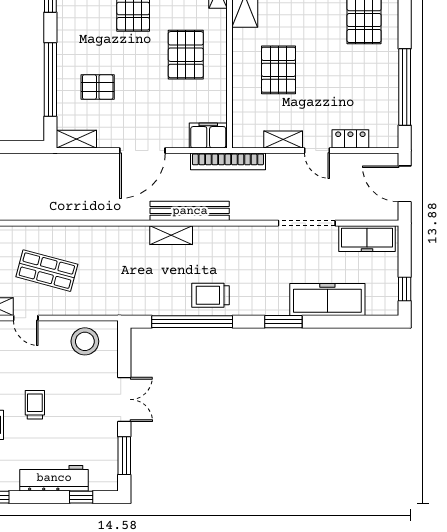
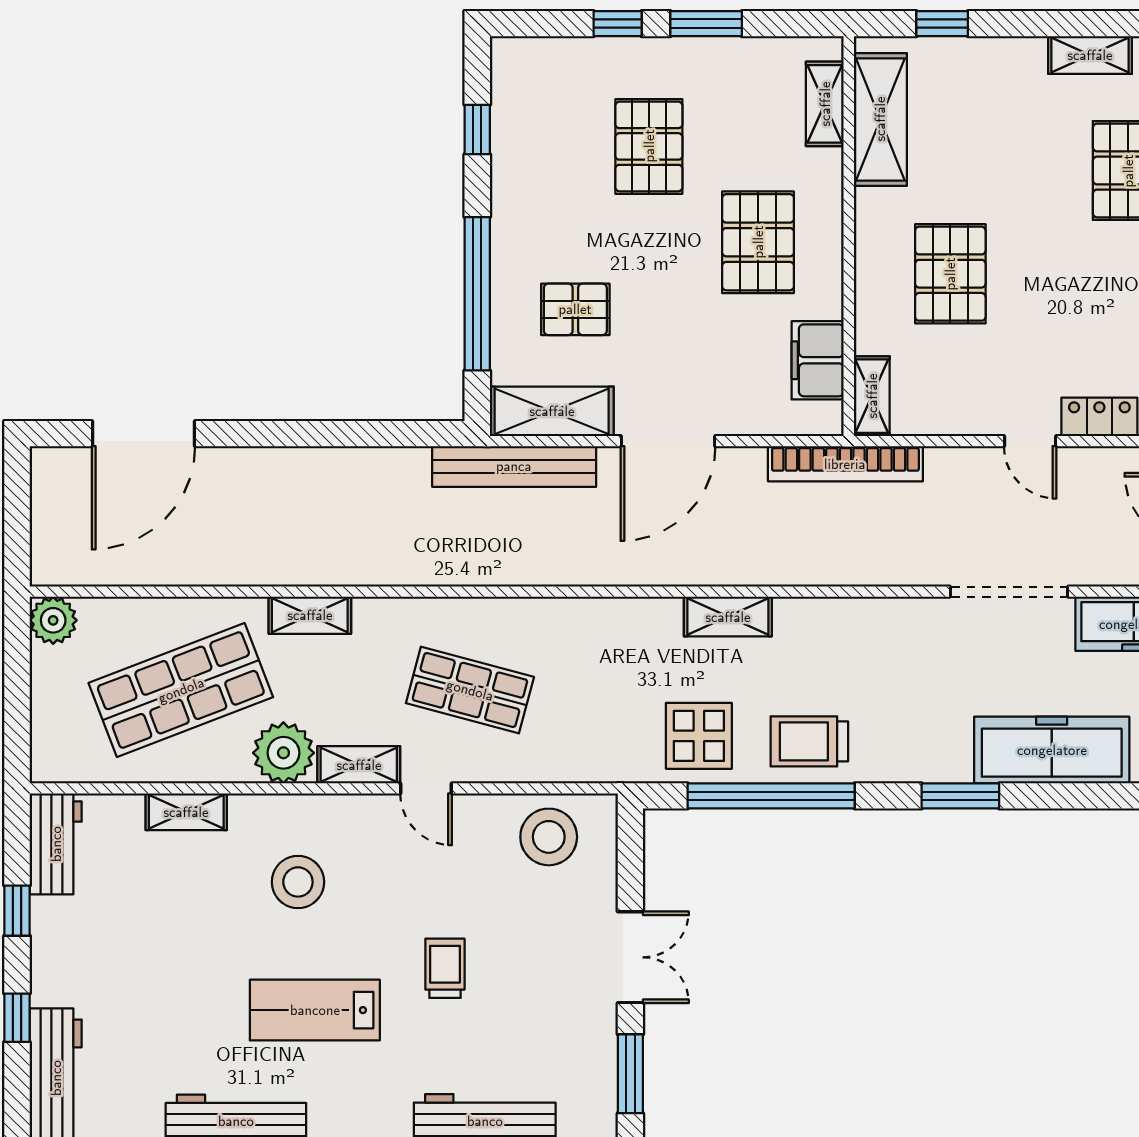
filing cabinet: (208, 136) -> (818, 360), moved, turned -90
shelving: (76, 139) -> (552, 411), width x1.50, depth x1.33
shelving: (283, 139) -> (872, 396), moved, turned 90
bench: (190, 211) -> (514, 466), moved
display table: (157, 293) -> (699, 736), added

